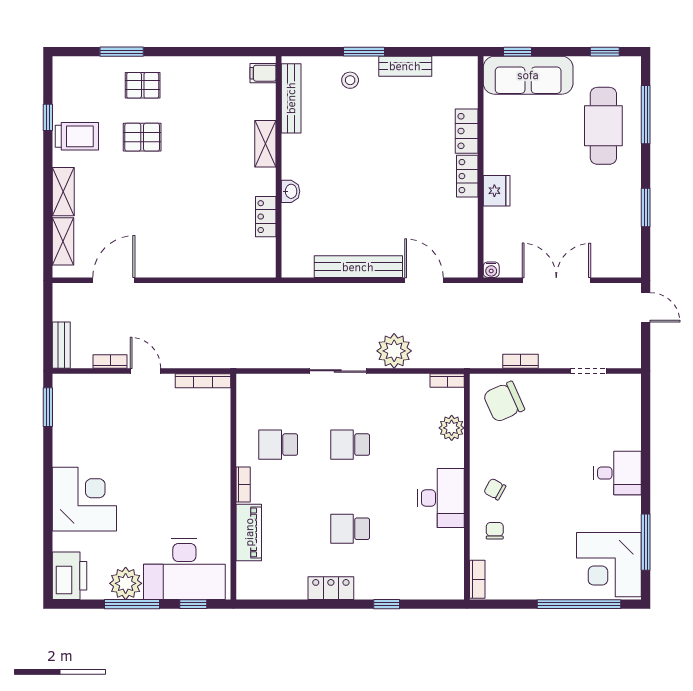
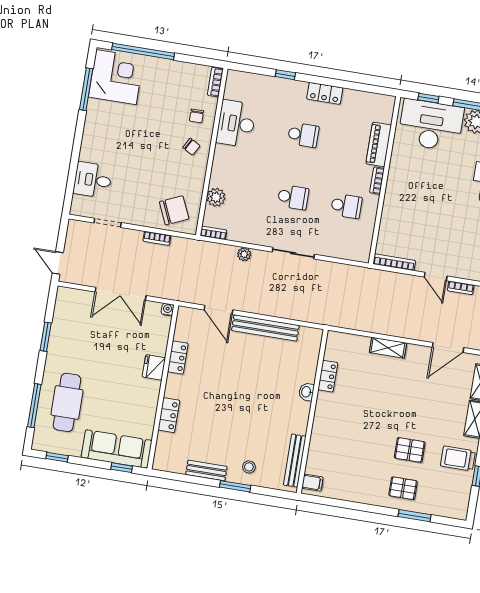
shelving: (265, 144) -> (388, 348), moved, turned 90
locker: (467, 176) -> (178, 358), moved
plant: (394, 351) -> (244, 254), width x0.53, depth x0.53
desk: (618, 473) -> (93, 180), moved
desk: (441, 498) -> (236, 124), moved

